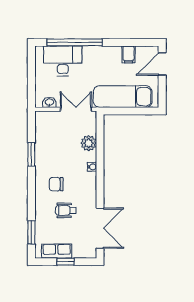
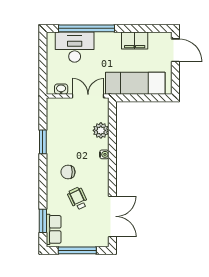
filing cabinet: (129, 54) -> (135, 41), width x2.00
door: (162, 64) -> (175, 50), swing flipped
wheelchair: (66, 210) -> (78, 199), turned 65
row of seats: (57, 251) -> (54, 229), moved, turned 90
window: (65, 262) -> (77, 250), width x2.17

